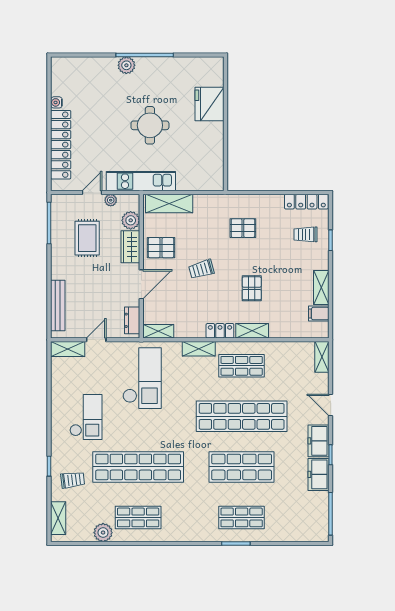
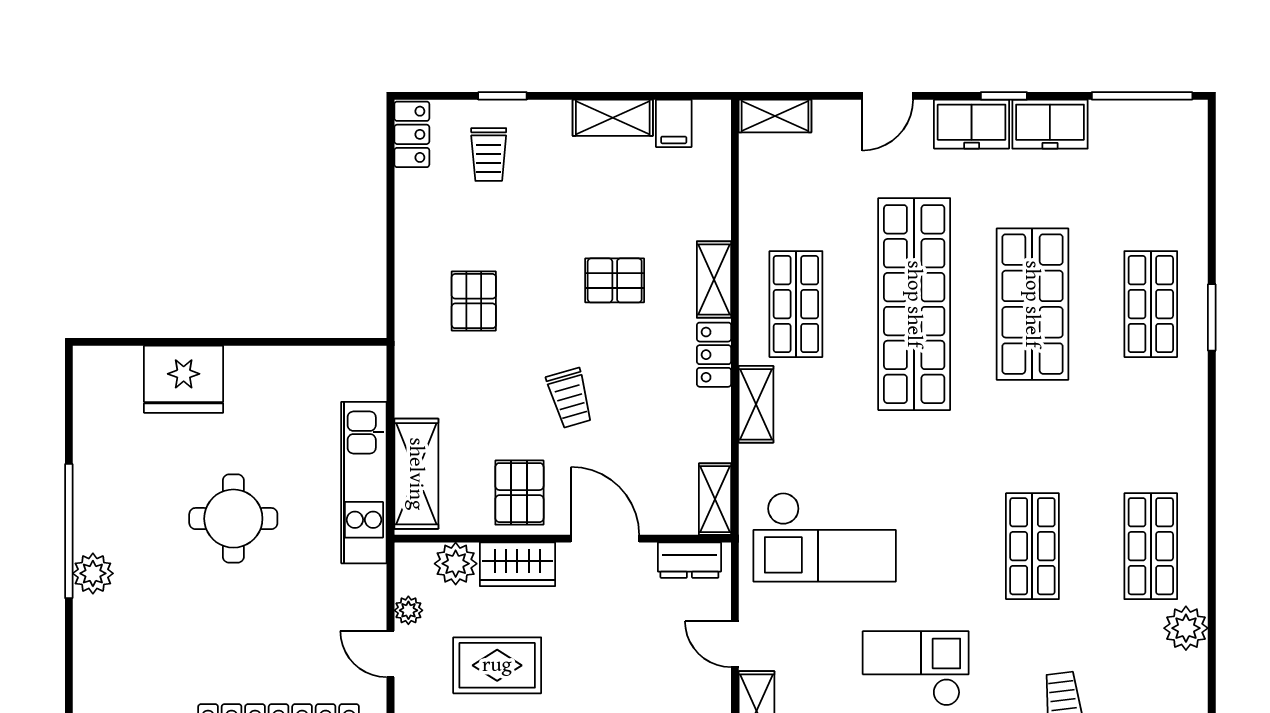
kitchen unit: (141, 181) -> (364, 483), moved
locker: (306, 202) -> (412, 134), width x0.66
checkout: (142, 378) -> (825, 537), turned 180
shop shelf: (138, 467) -> (1032, 546), width x0.50, depth x0.74

